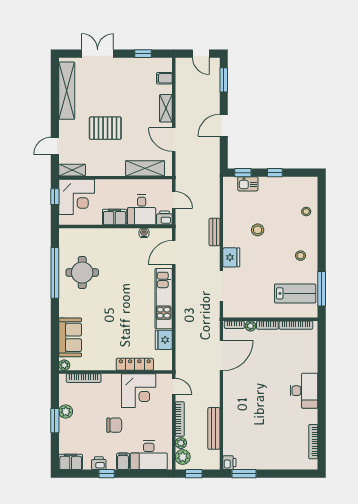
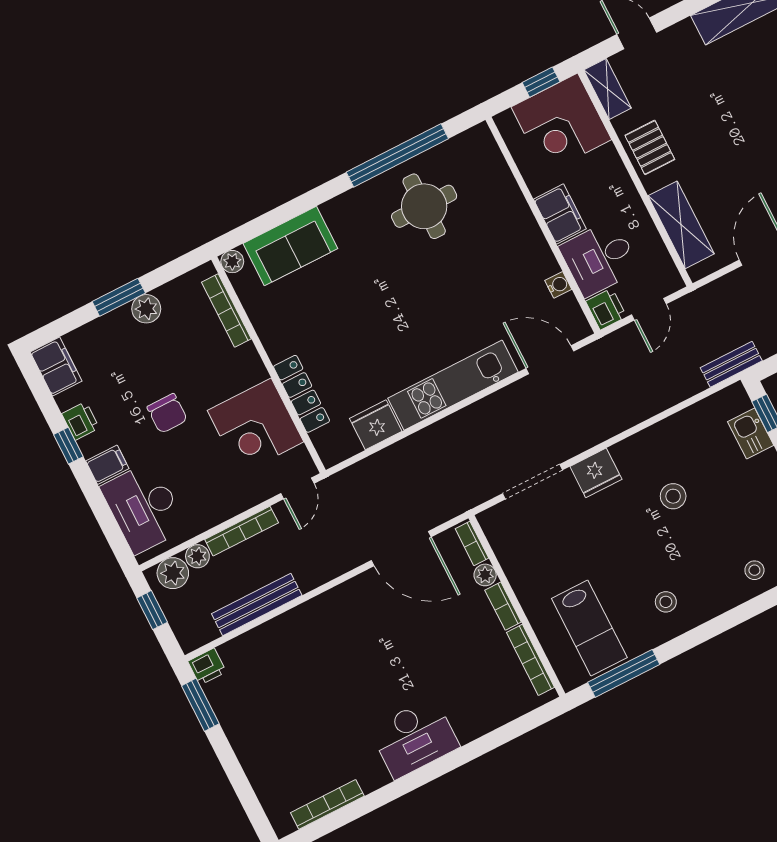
pallet: (105, 128) -> (650, 147), moved, width x0.67, depth x0.71
bench: (215, 232) -> (731, 364), moved

